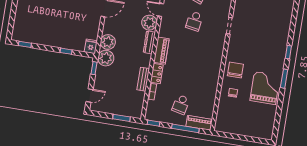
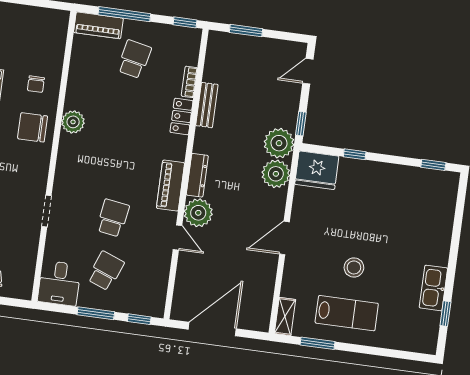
fridge: (91, 46) -> (317, 170), width x1.88, depth x1.34
piano: (161, 51) -> (170, 186), moved
chair: (235, 70) -> (33, 127), turned 90
plant: (214, 72) -> (73, 122), added

